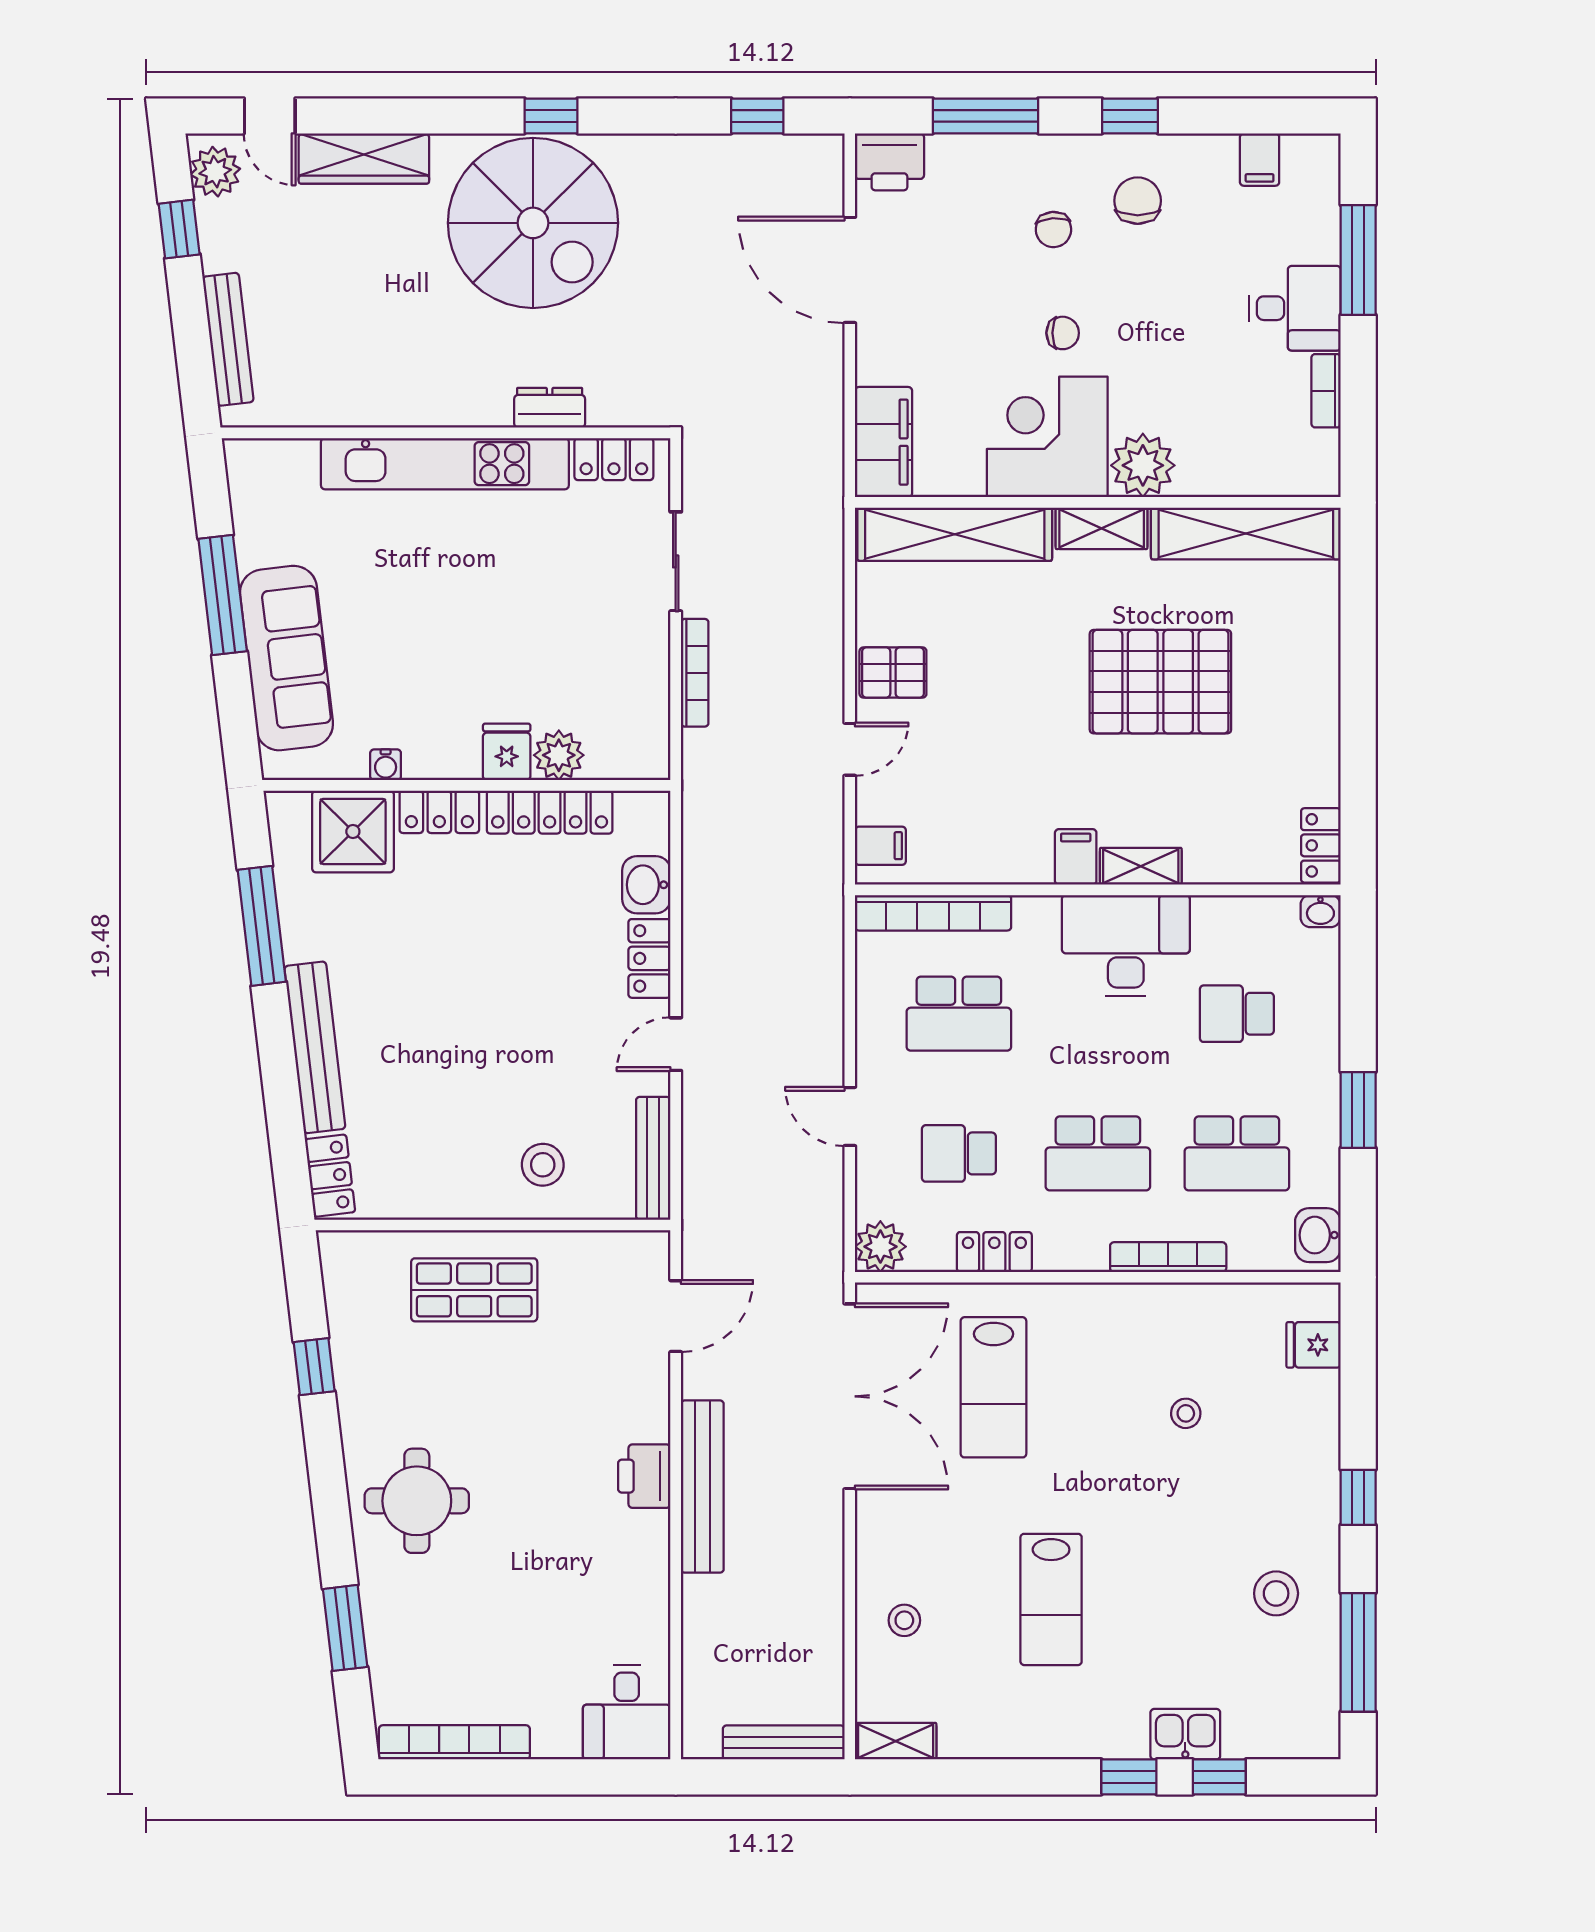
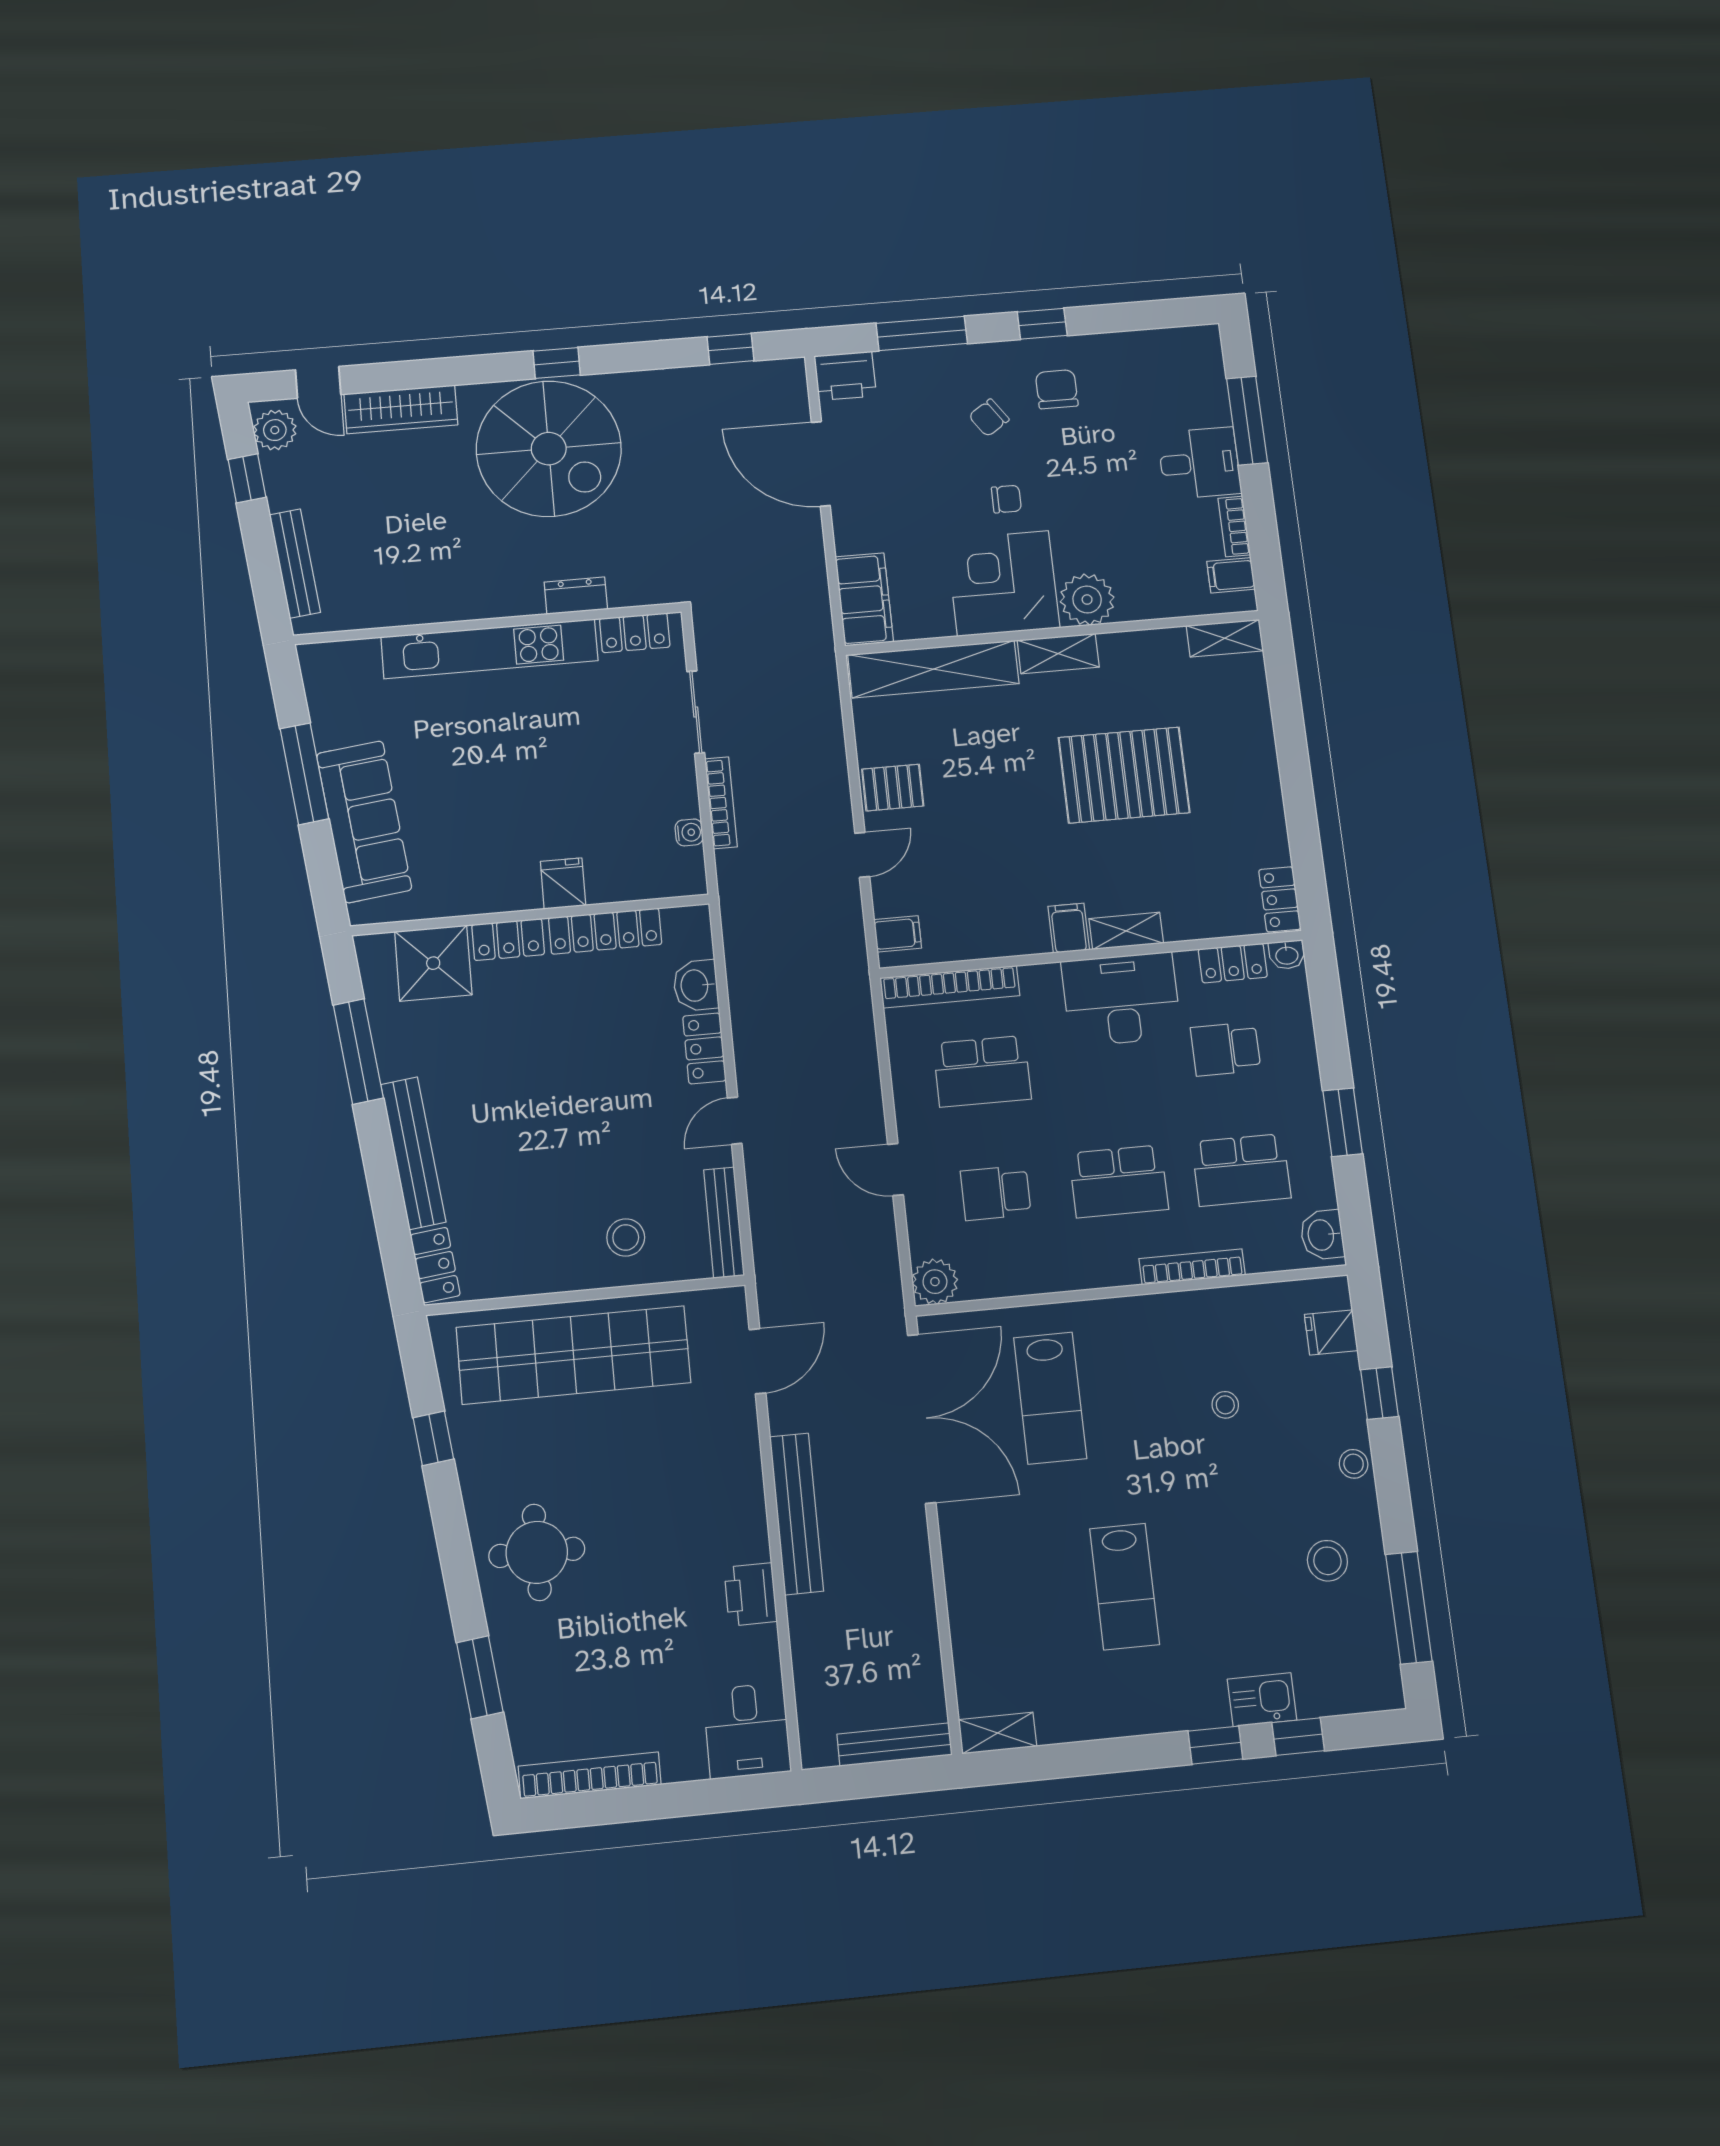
filing cabinet: (1260, 160) -> (1231, 575), moved, turned 90
chair: (1053, 230) -> (989, 418), turned 60
shelving: (1246, 534) -> (1225, 638), width x0.45, depth x0.75
plant: (559, 755) -> (609, 882), removed
water cooler: (386, 765) -> (689, 832), moved, turned -90
locker: (994, 1252) -> (1233, 963), moved, turned 180
shop shelf: (474, 1290) -> (573, 1355), width x2.00, depth x1.36
printer: (644, 1476) -> (751, 1594), moved
window: (1358, 1497) -> (1380, 1393), moved
stool: (904, 1620) -> (1354, 1464), moved

